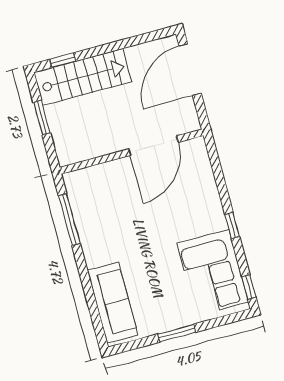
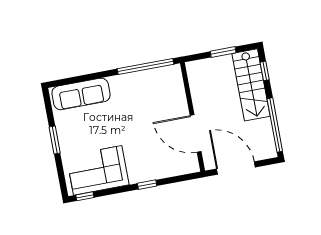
window: (134, 41) -> (275, 125), added
door: (190, 70) -> (236, 168), moved
window: (69, 220) -> (146, 66), width x1.46
window: (232, 226) -> (147, 185), moved

